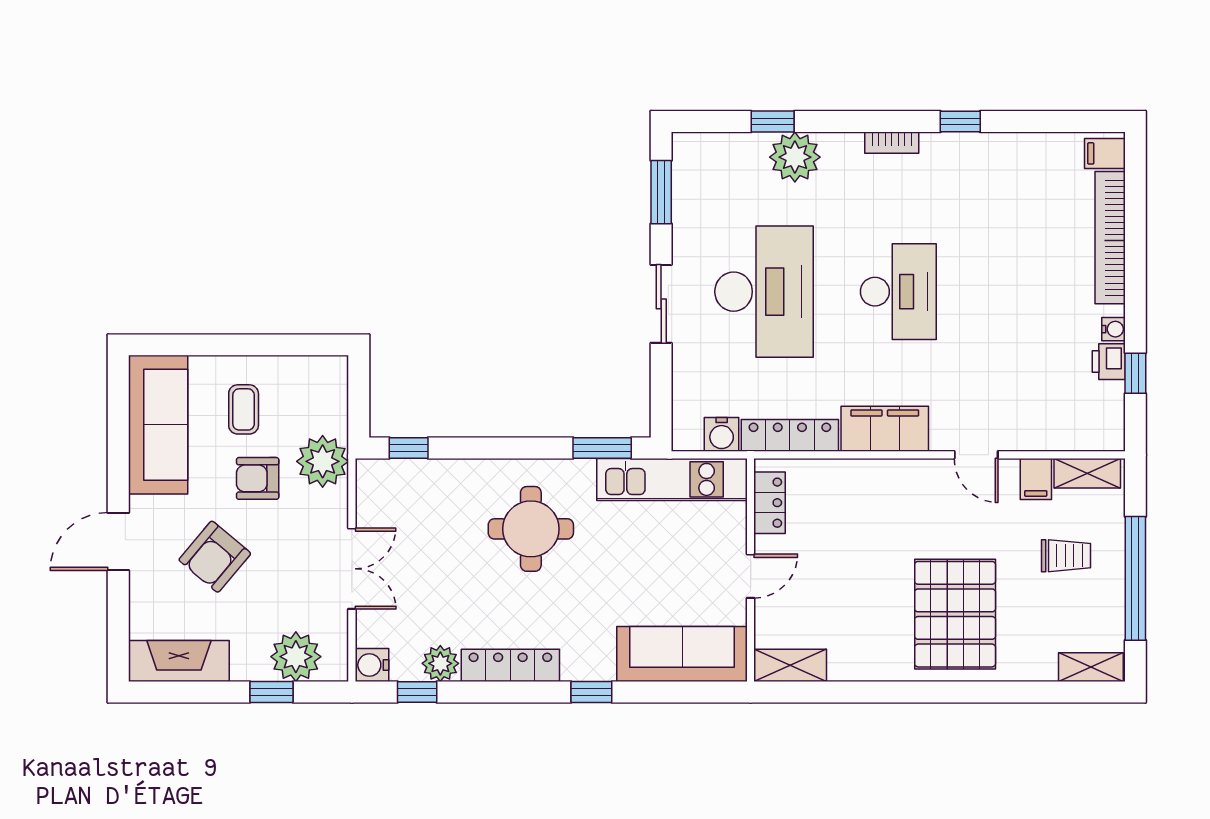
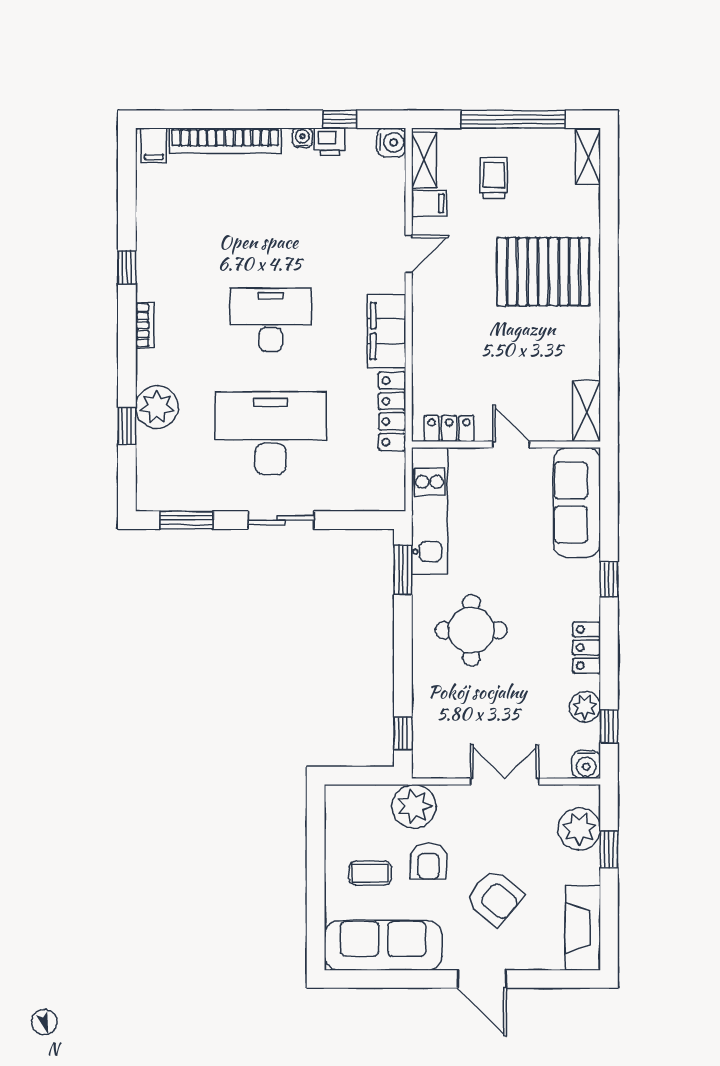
water cooler: (722, 434) -> (391, 142), moved
locker: (510, 665) -> (587, 648), width x0.66

